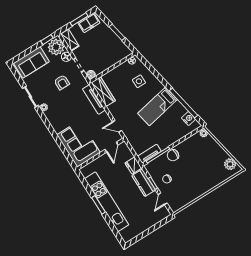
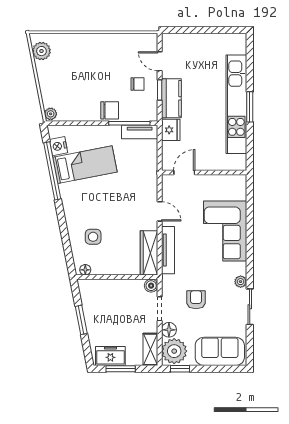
bed: (157, 106) -> (85, 165), moved
door: (117, 126) -> (160, 211), moved
corner sofa: (79, 144) -> (225, 231), moved
door: (163, 199) -> (160, 61), swing flipped

